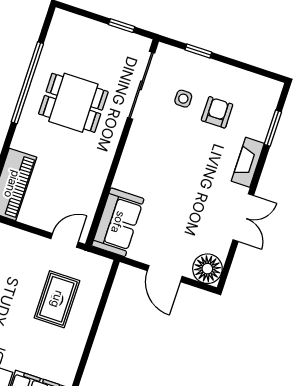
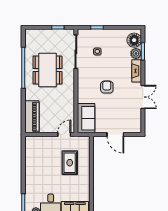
dining table: (73, 103) -> (47, 70), width x1.38
armchair: (217, 112) -> (107, 87), moved
plant: (258, 128) -> (136, 53), added
floor lamp: (207, 269) -> (134, 40), moved

